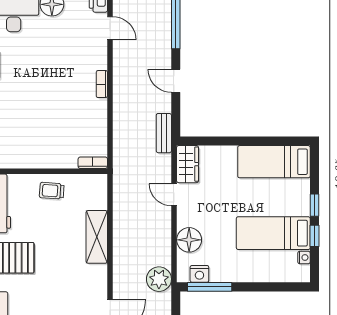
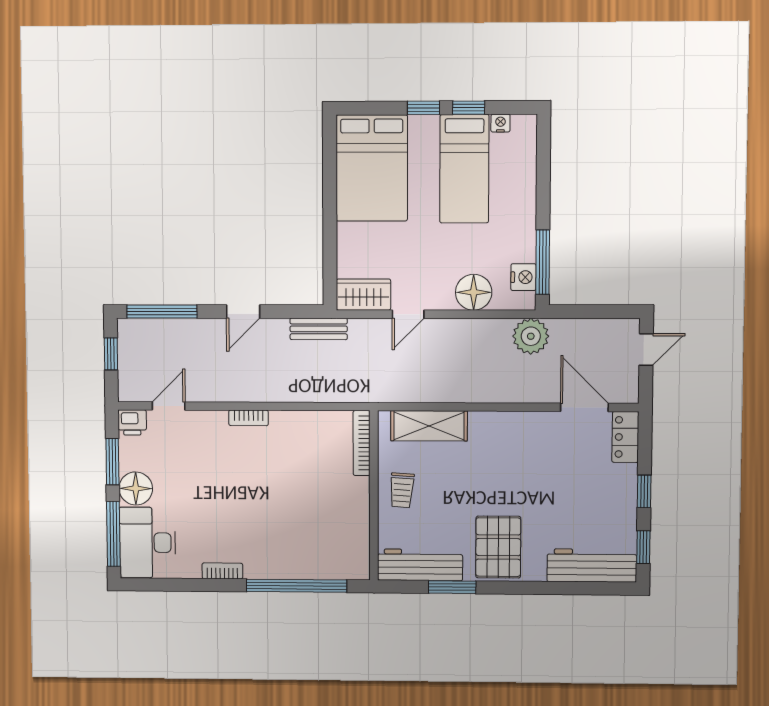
bed: (274, 162) -> (372, 168), width x1.50
bookcase: (93, 163) -> (362, 443), width x1.56
shelving: (97, 237) -> (429, 426), moved

